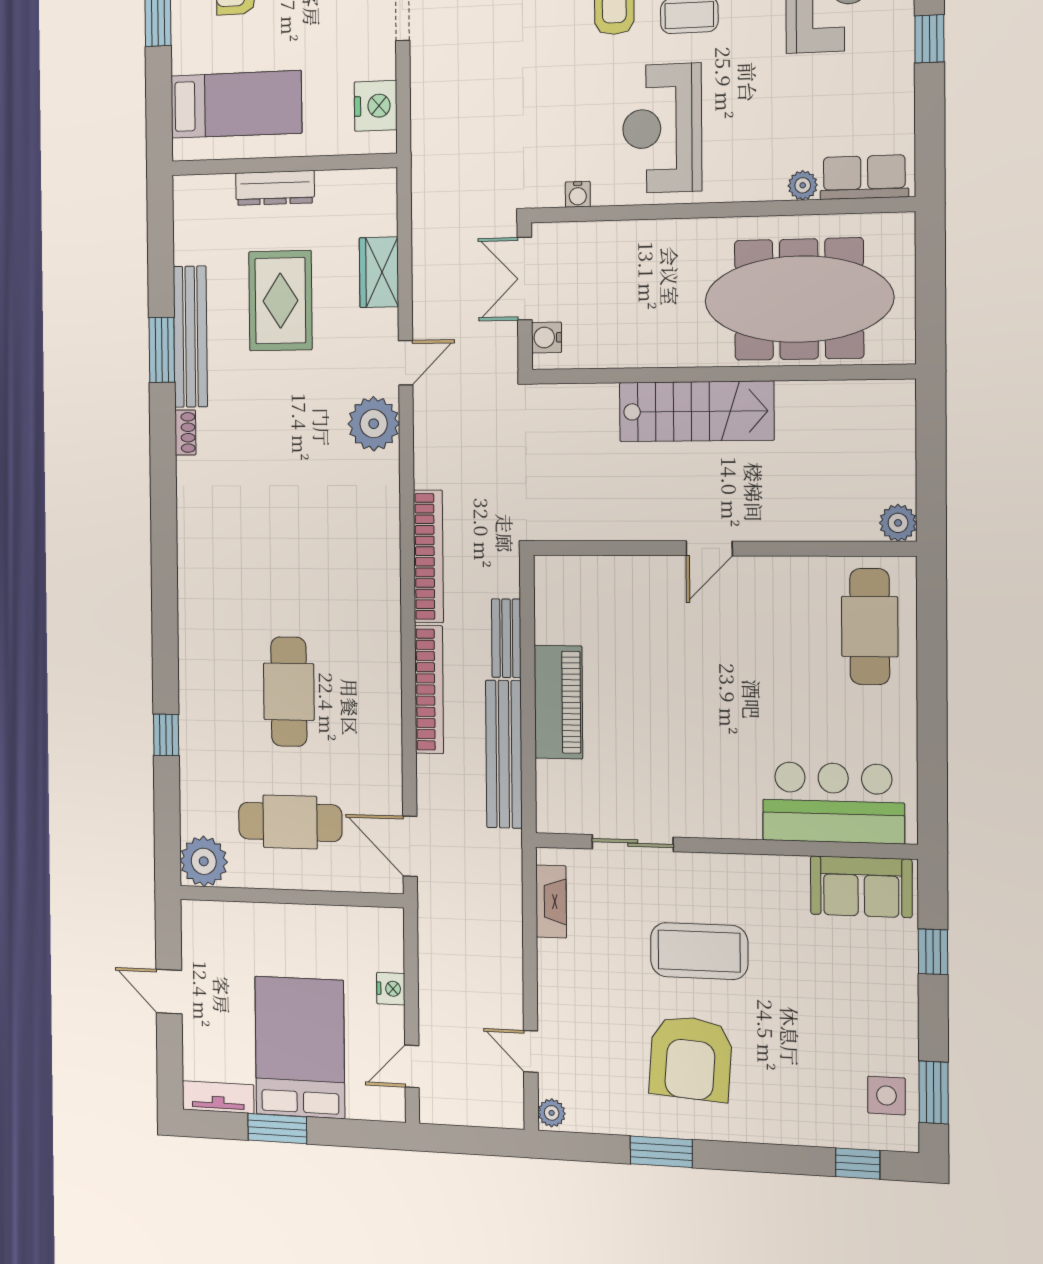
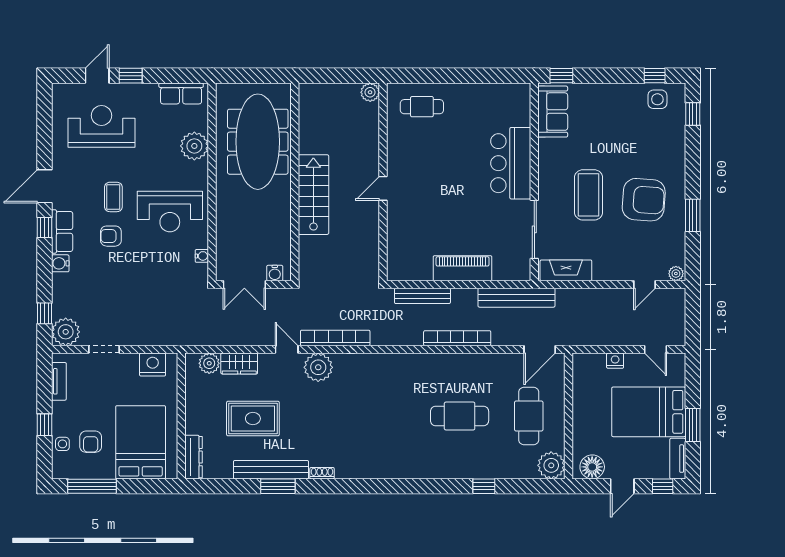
bed: (236, 104) -> (141, 442), width x1.50
row of seats: (864, 177) -> (181, 93), moved, turned -90
plant: (803, 185) -> (194, 146), width x1.88, depth x1.88
dresser: (275, 188) -> (194, 457), moved
plant: (379, 215) -> (209, 363), added
door: (709, 548) -> (383, 188), swing flipped
bookcase: (428, 556) -> (335, 338), moved
cafe table: (870, 627) -> (422, 107), width x0.73, depth x0.74
bench: (506, 638) -> (422, 296), width x1.36
bench: (504, 754) -> (516, 298), moved
bar counter: (833, 803) -> (511, 163), moved
sliding door: (633, 843) -> (534, 229), width x1.37
fireplace: (551, 901) -> (566, 270), width x1.37, depth x1.32
floor lamp: (202, 937) -> (592, 467), added
window: (933, 952) -> (561, 76), moved
window: (170, 1066) -> (663, 486), added
window: (934, 1092) -> (655, 76), width x0.67

